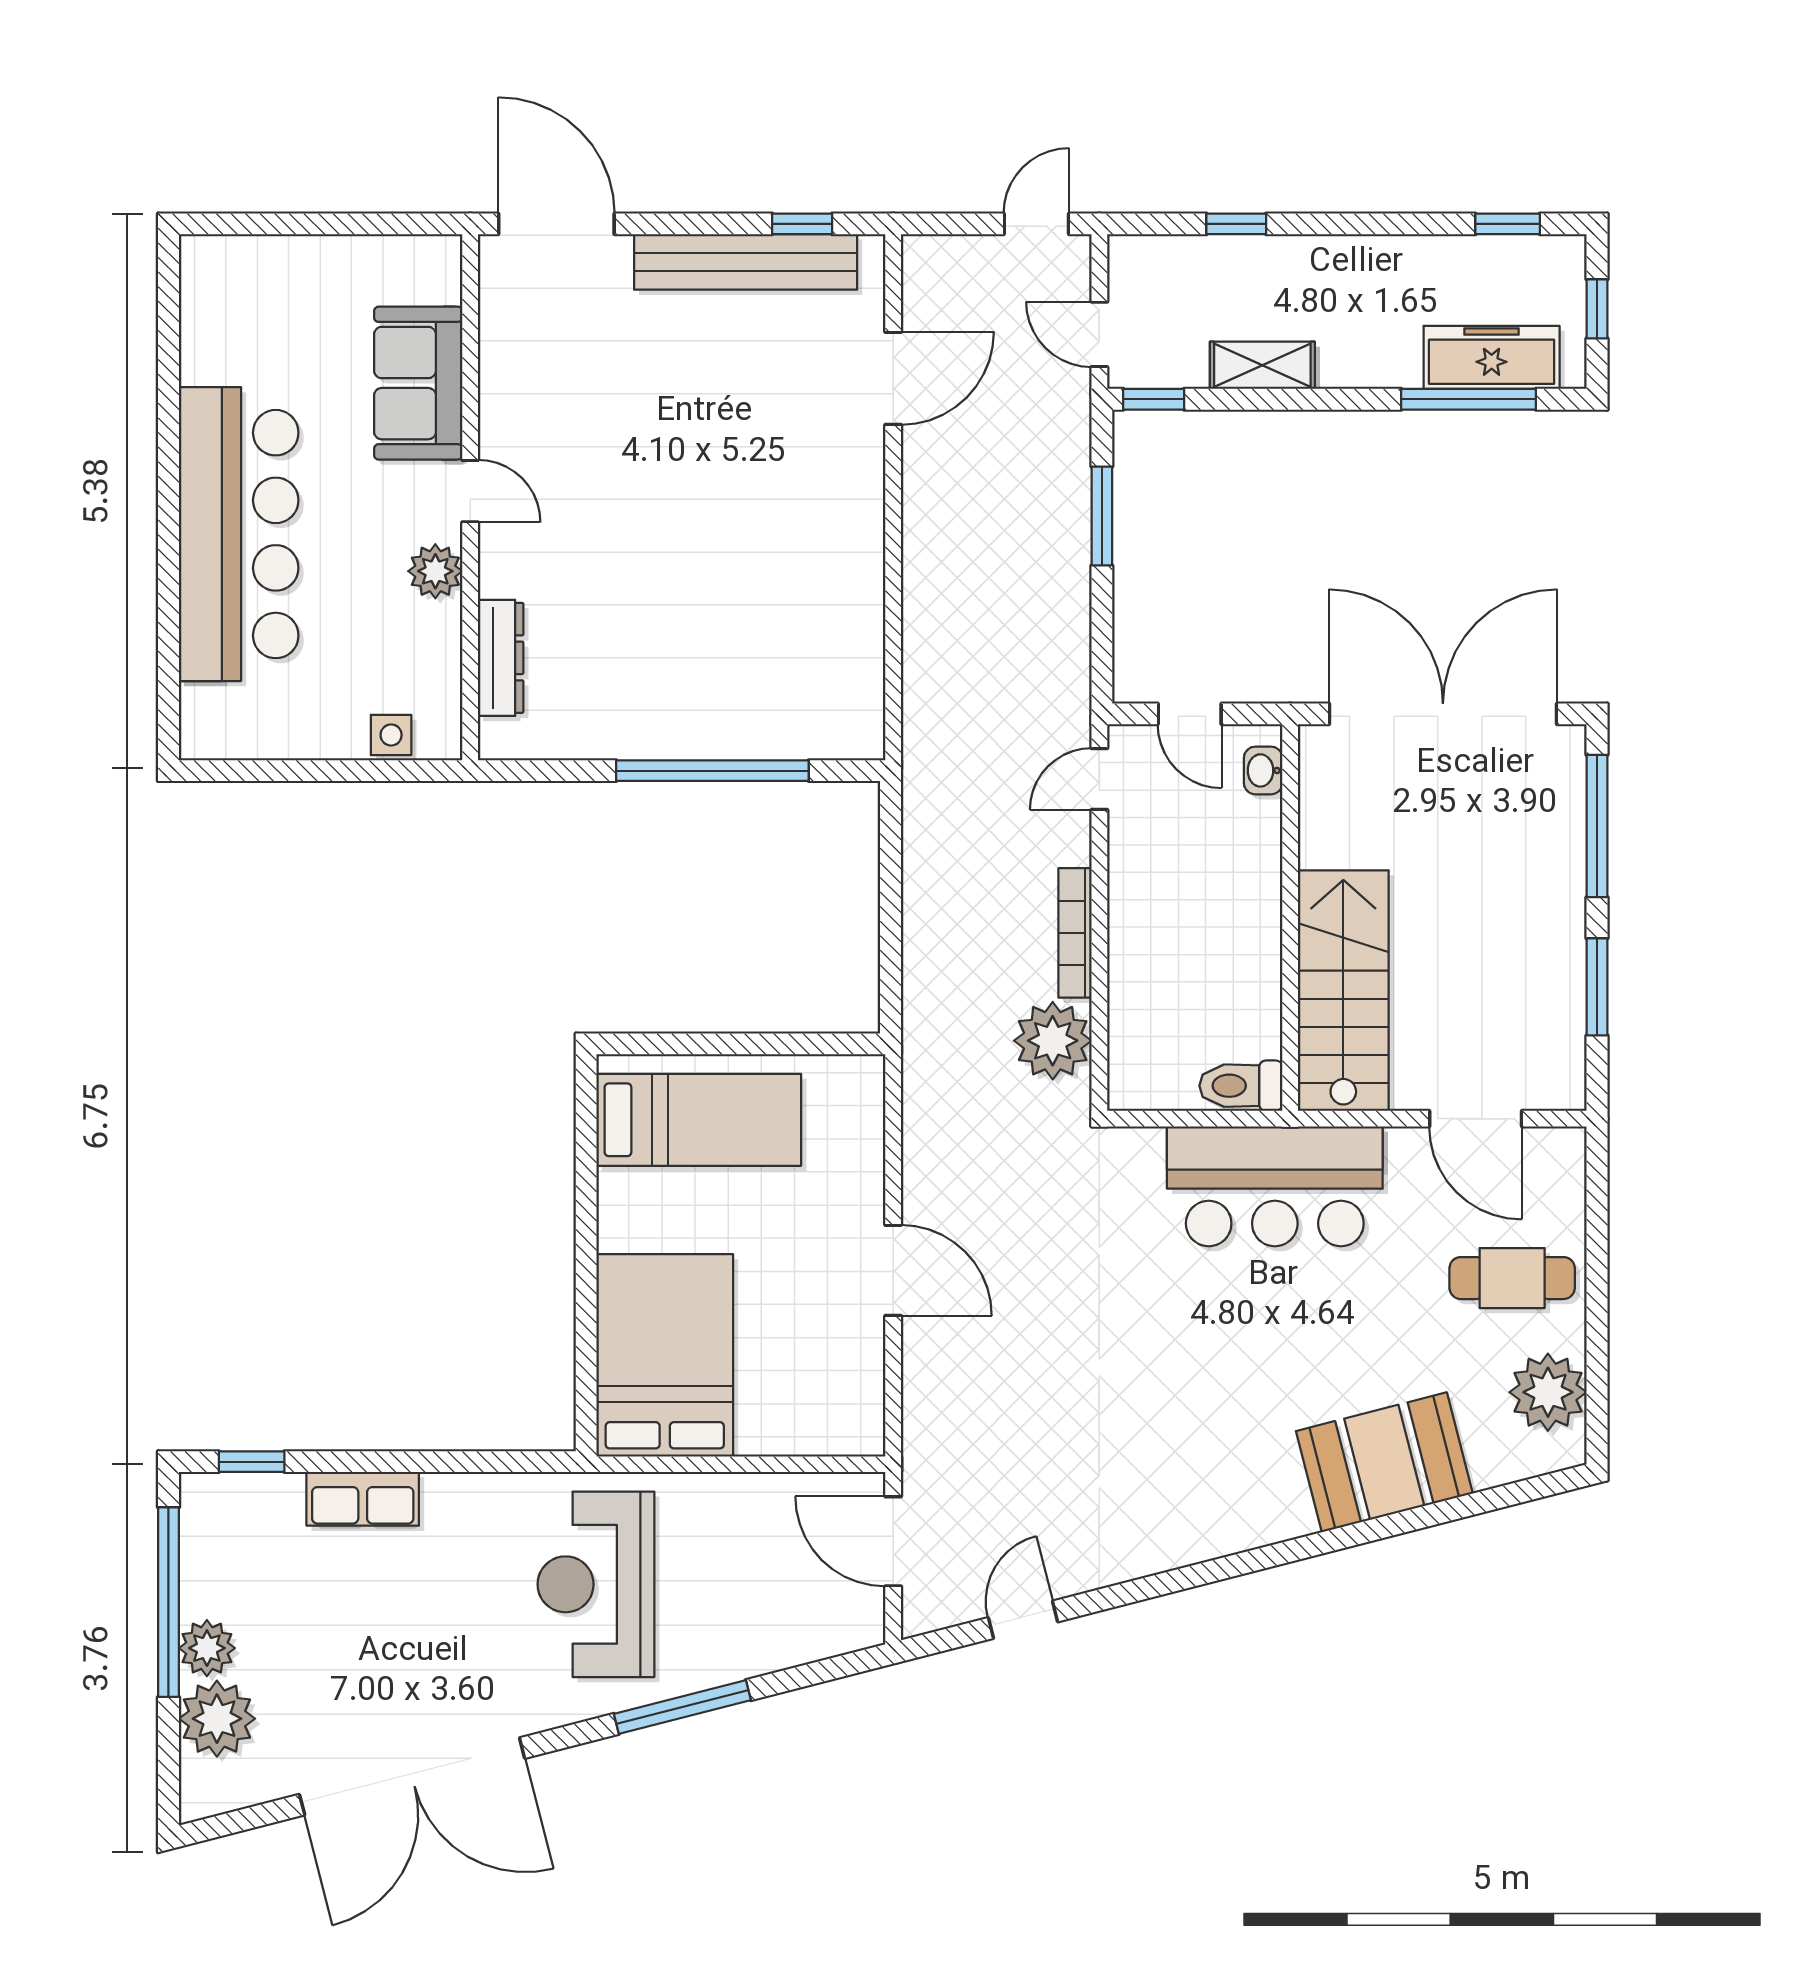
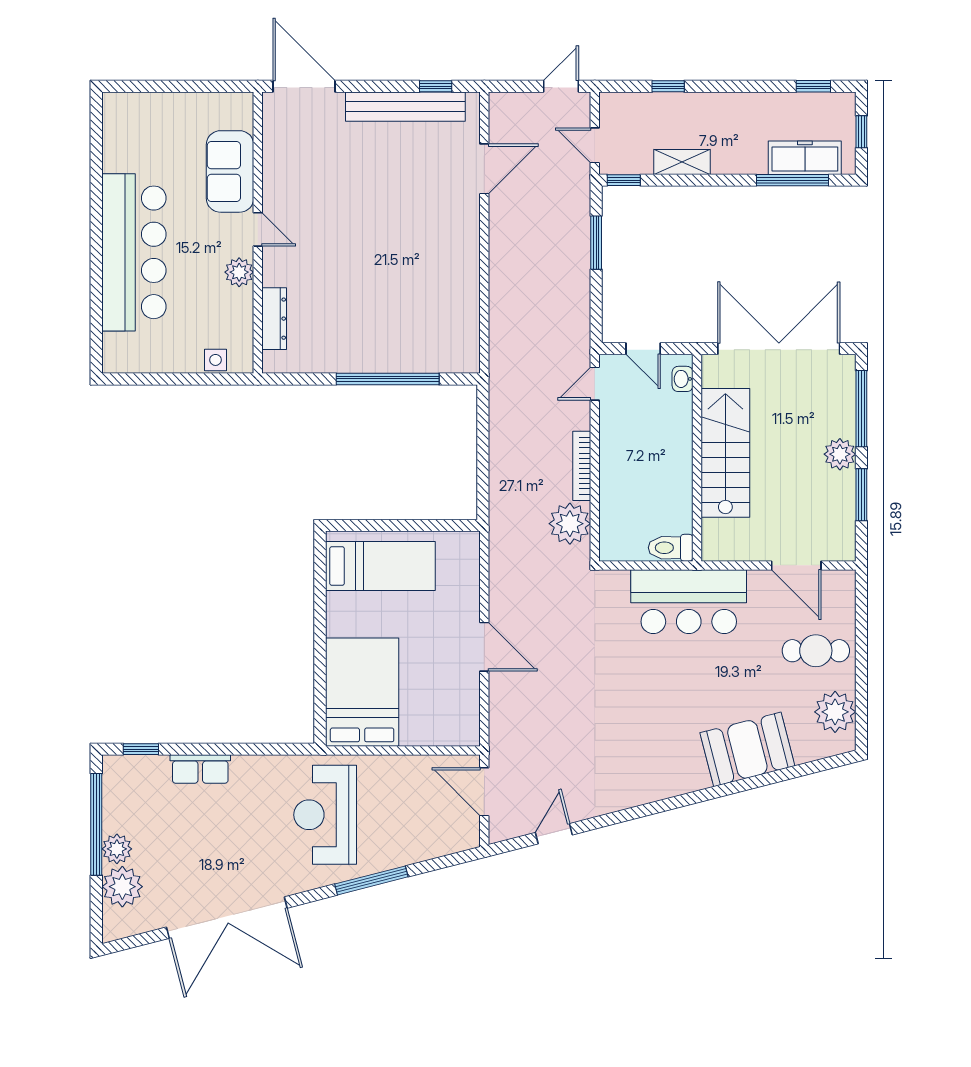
plant: (1557, 911) -> (840, 454), added
stairs: (1343, 991) -> (725, 453), moved

